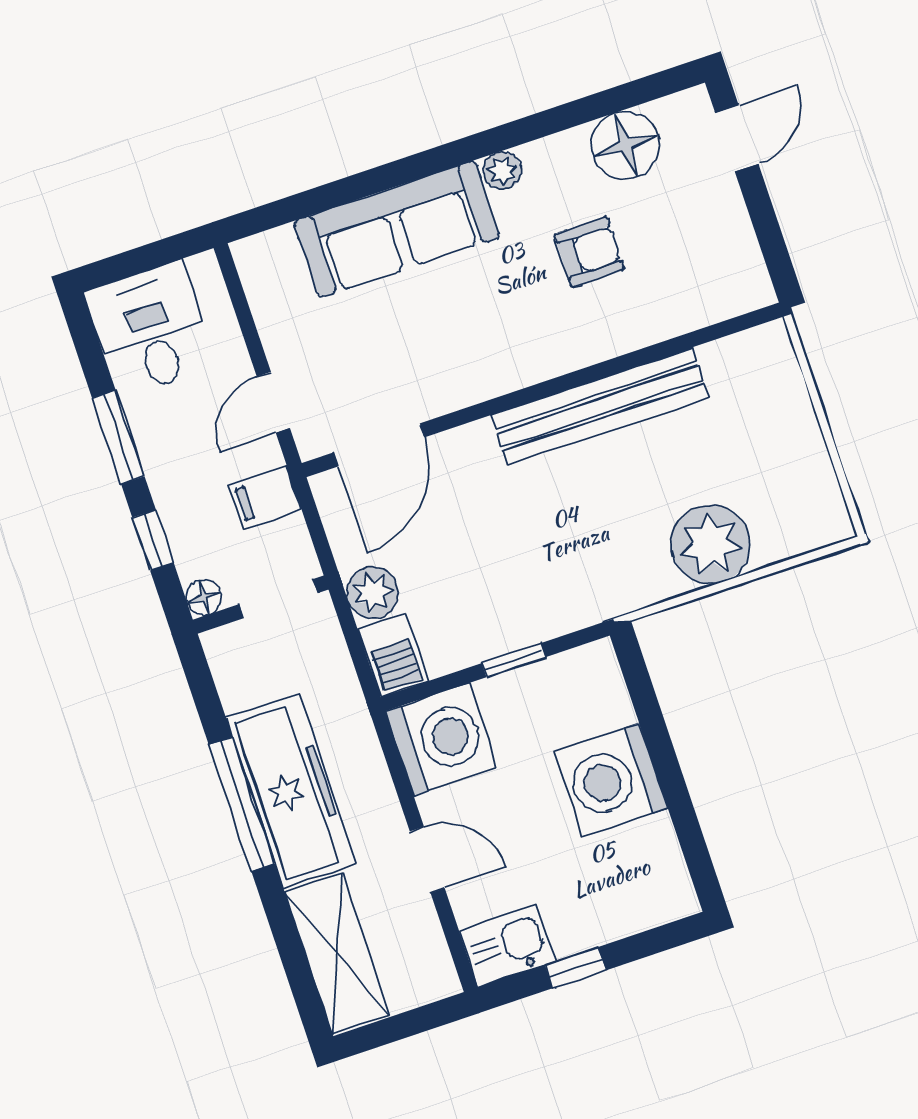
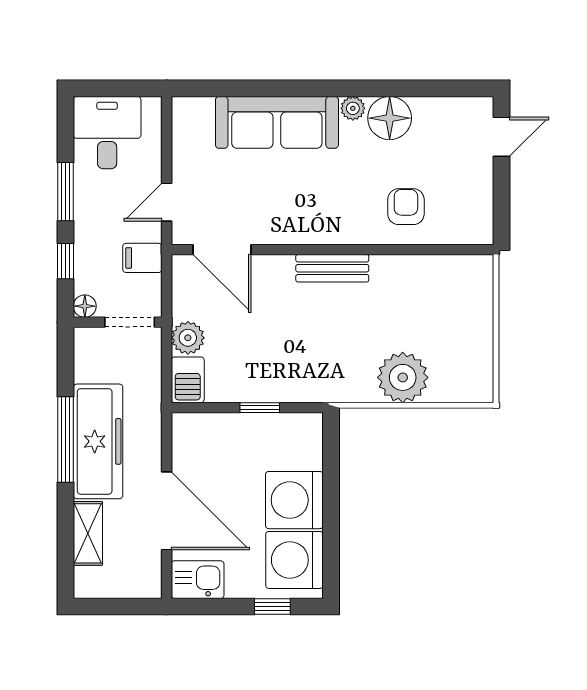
floor lamp: (626, 145) -> (390, 118), moved
armchair: (589, 252) -> (406, 207), moved, turned -90
bench: (600, 406) -> (332, 268), width x0.54, depth x0.82
door: (379, 445) -> (222, 250), hinge flipped
washing machine: (442, 739) -> (294, 560), moved, turned 180
door: (427, 860) -> (167, 511), width x1.88
shelving: (337, 954) -> (88, 533), width x0.67, depth x0.75
window: (575, 968) -> (272, 607), moved

